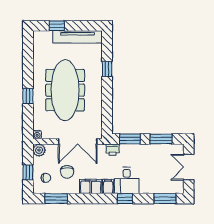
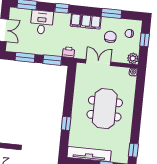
meeting table: (65, 90) -> (105, 109), width x0.73
window: (28, 96) -> (133, 150), moved
double door: (78, 141) -> (98, 63), width x0.73
desk: (127, 180) -> (42, 22), moved
window: (56, 199) -> (111, 13), moved

